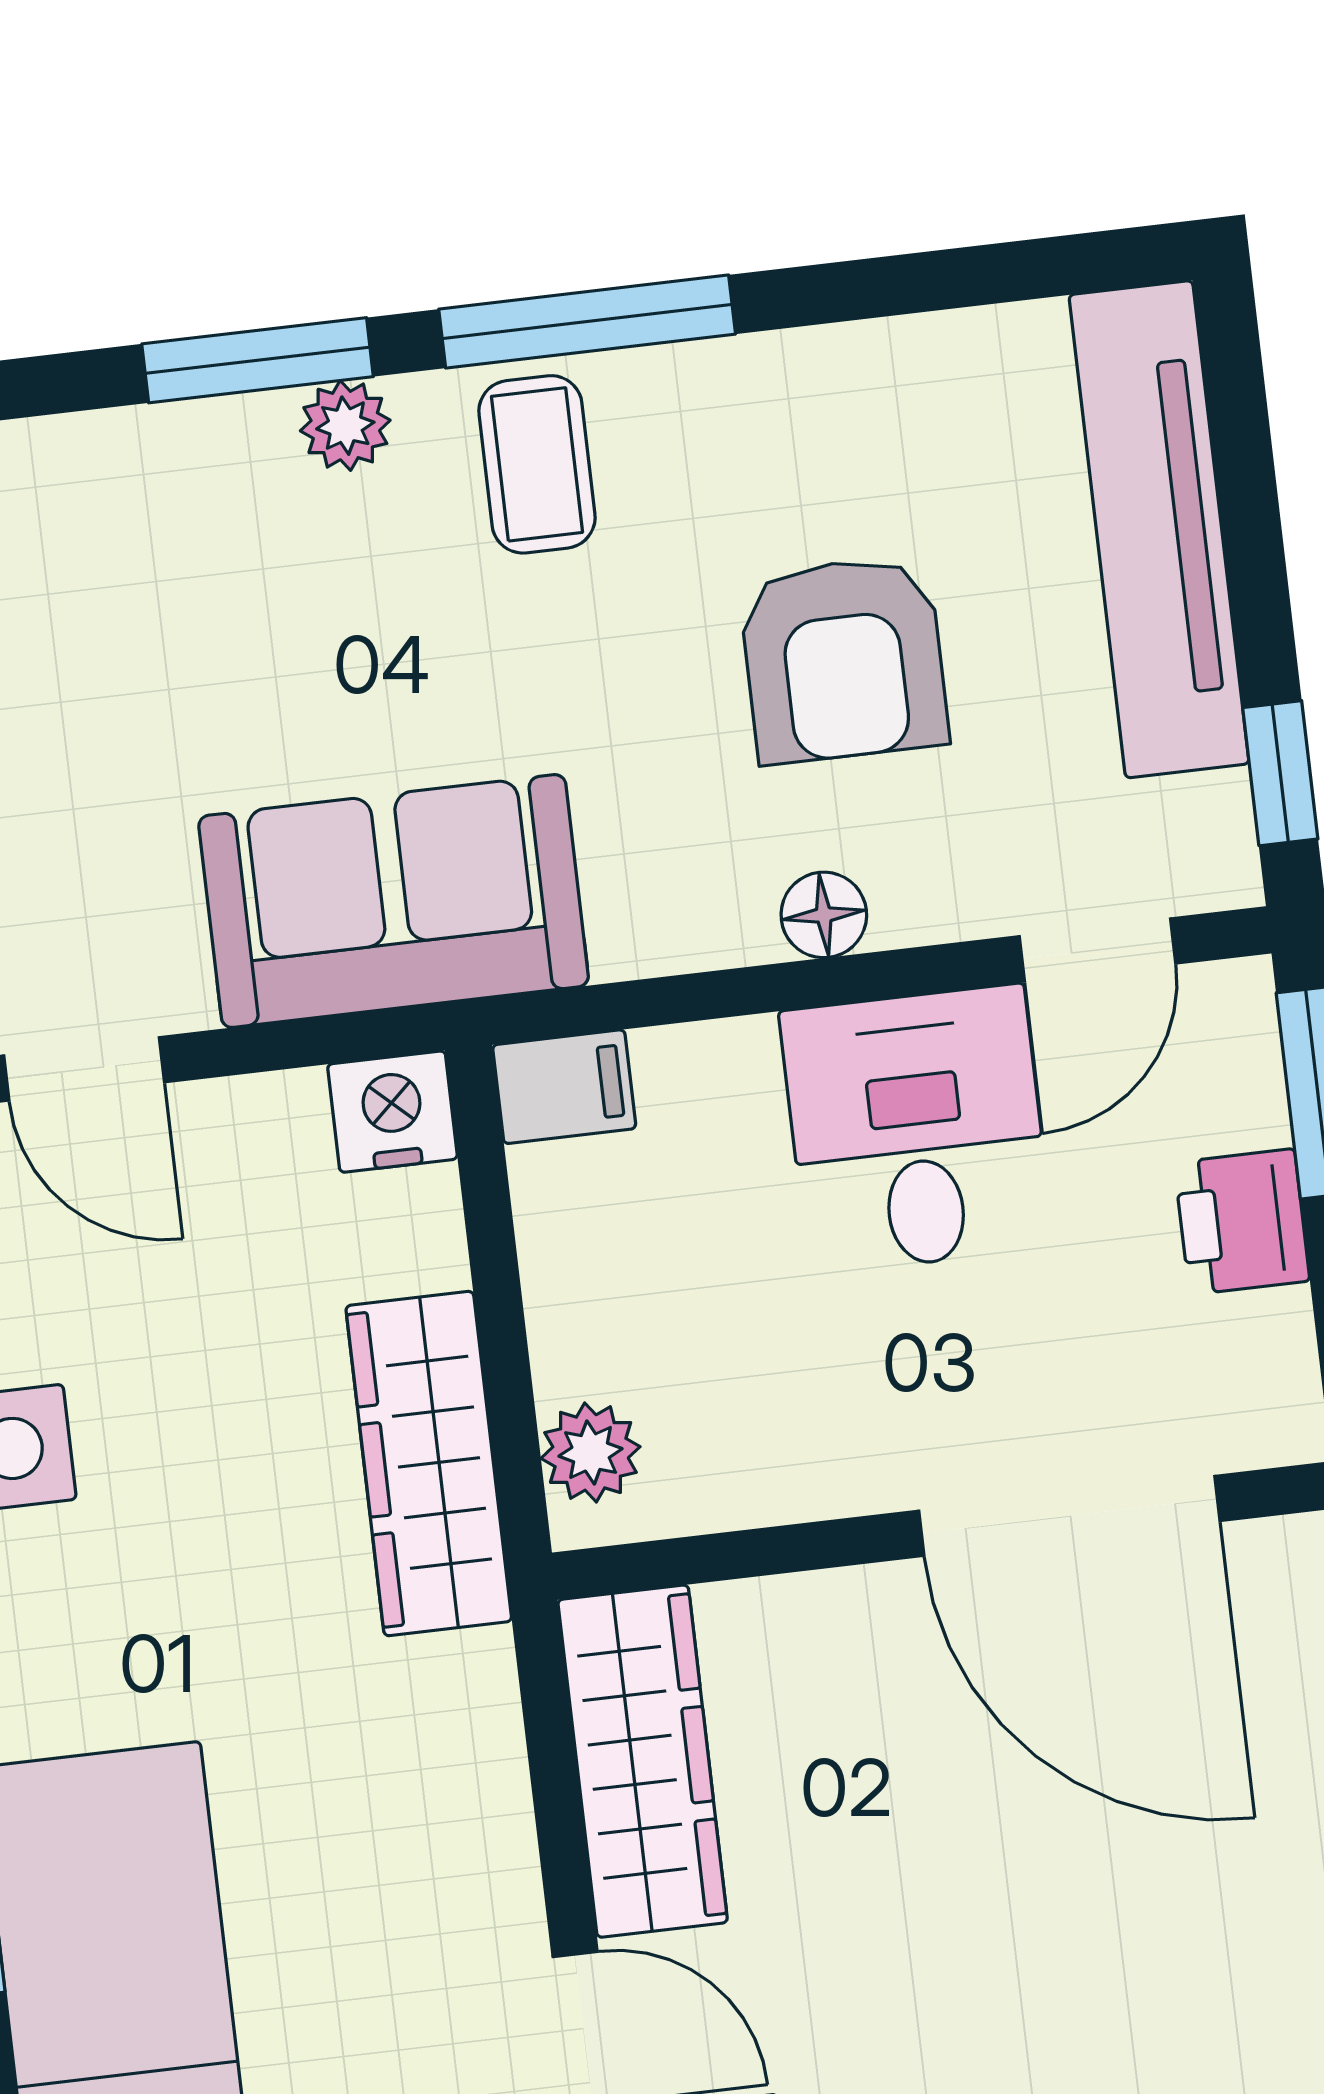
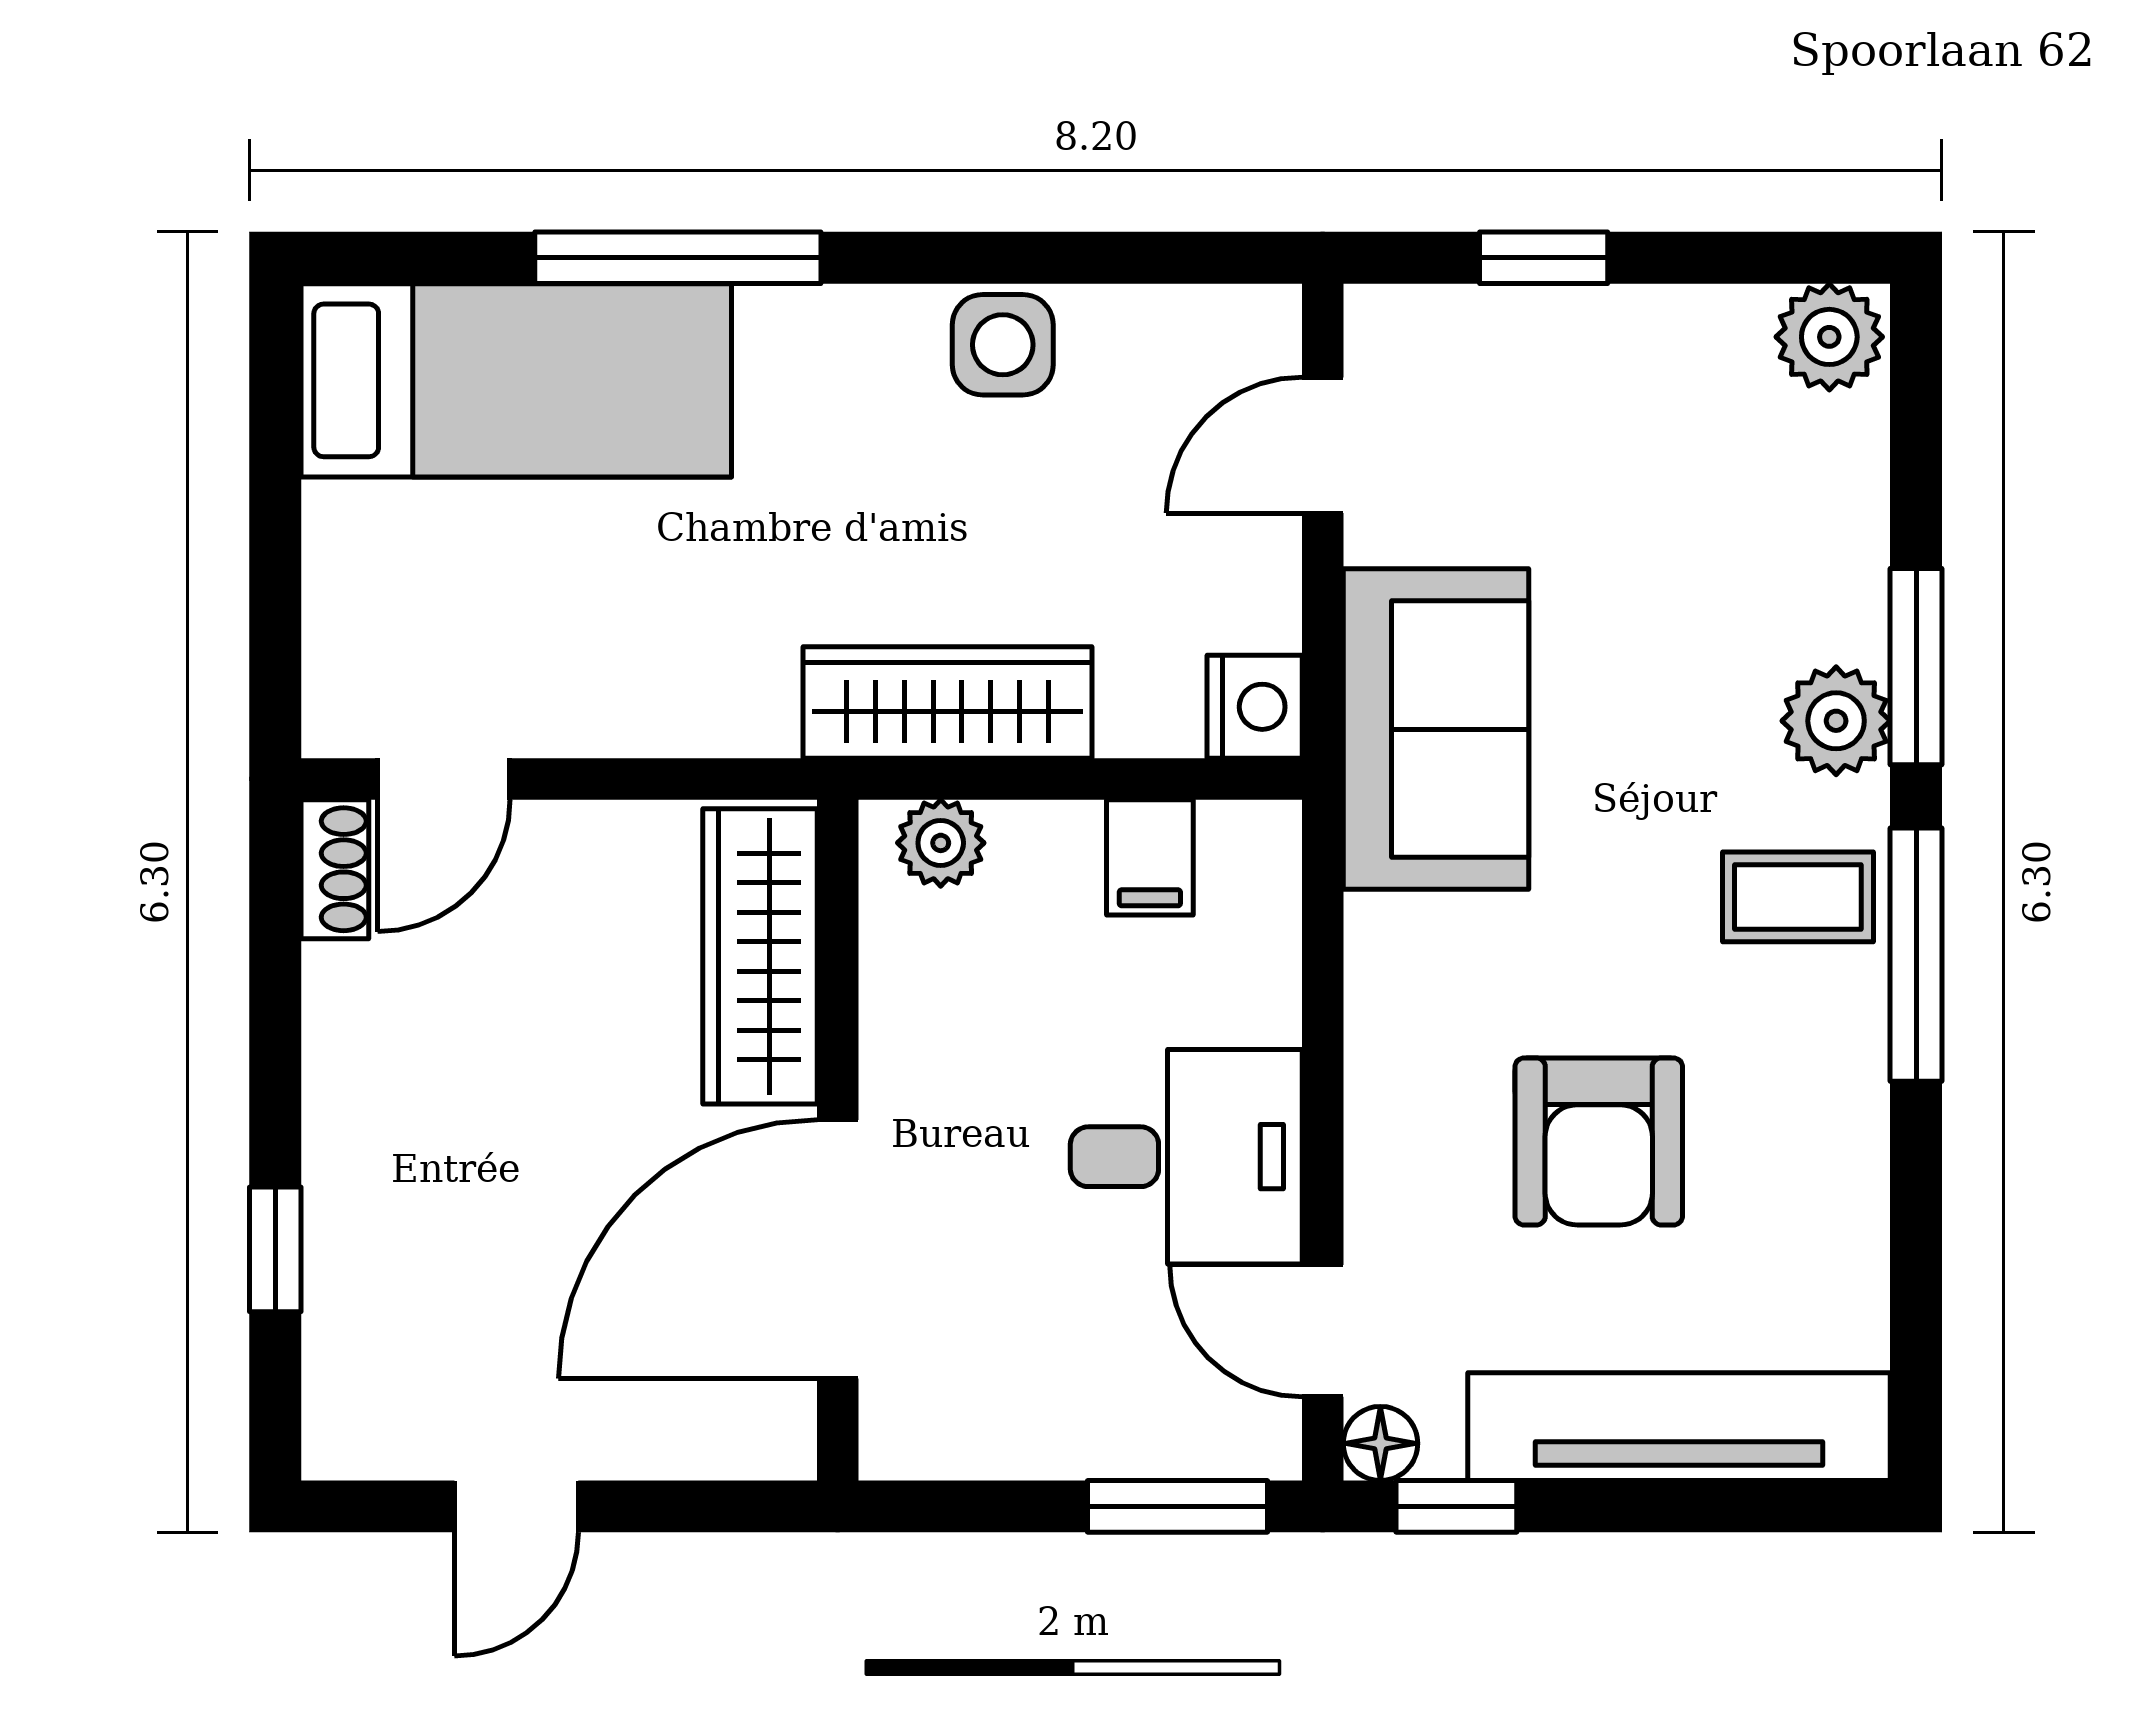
plant: (345, 426) -> (1836, 721), width x1.38, depth x1.38
armchair: (844, 659) -> (1599, 1141), turned -90
floor lamp: (824, 915) -> (1380, 1443), moved
filing cabinet: (564, 1087) -> (1150, 857), moved
printer: (1242, 1222) -> (1074, 1428), removed
wardrobe: (643, 1761) -> (760, 956), moved, turned 90

